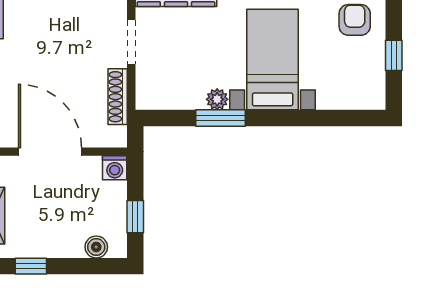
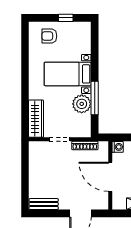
plant: (217, 99) -> (82, 104), width x1.88, depth x1.88
window: (220, 118) -> (95, 98), width x1.44
door: (50, 152) -> (110, 177), hinge flipped

